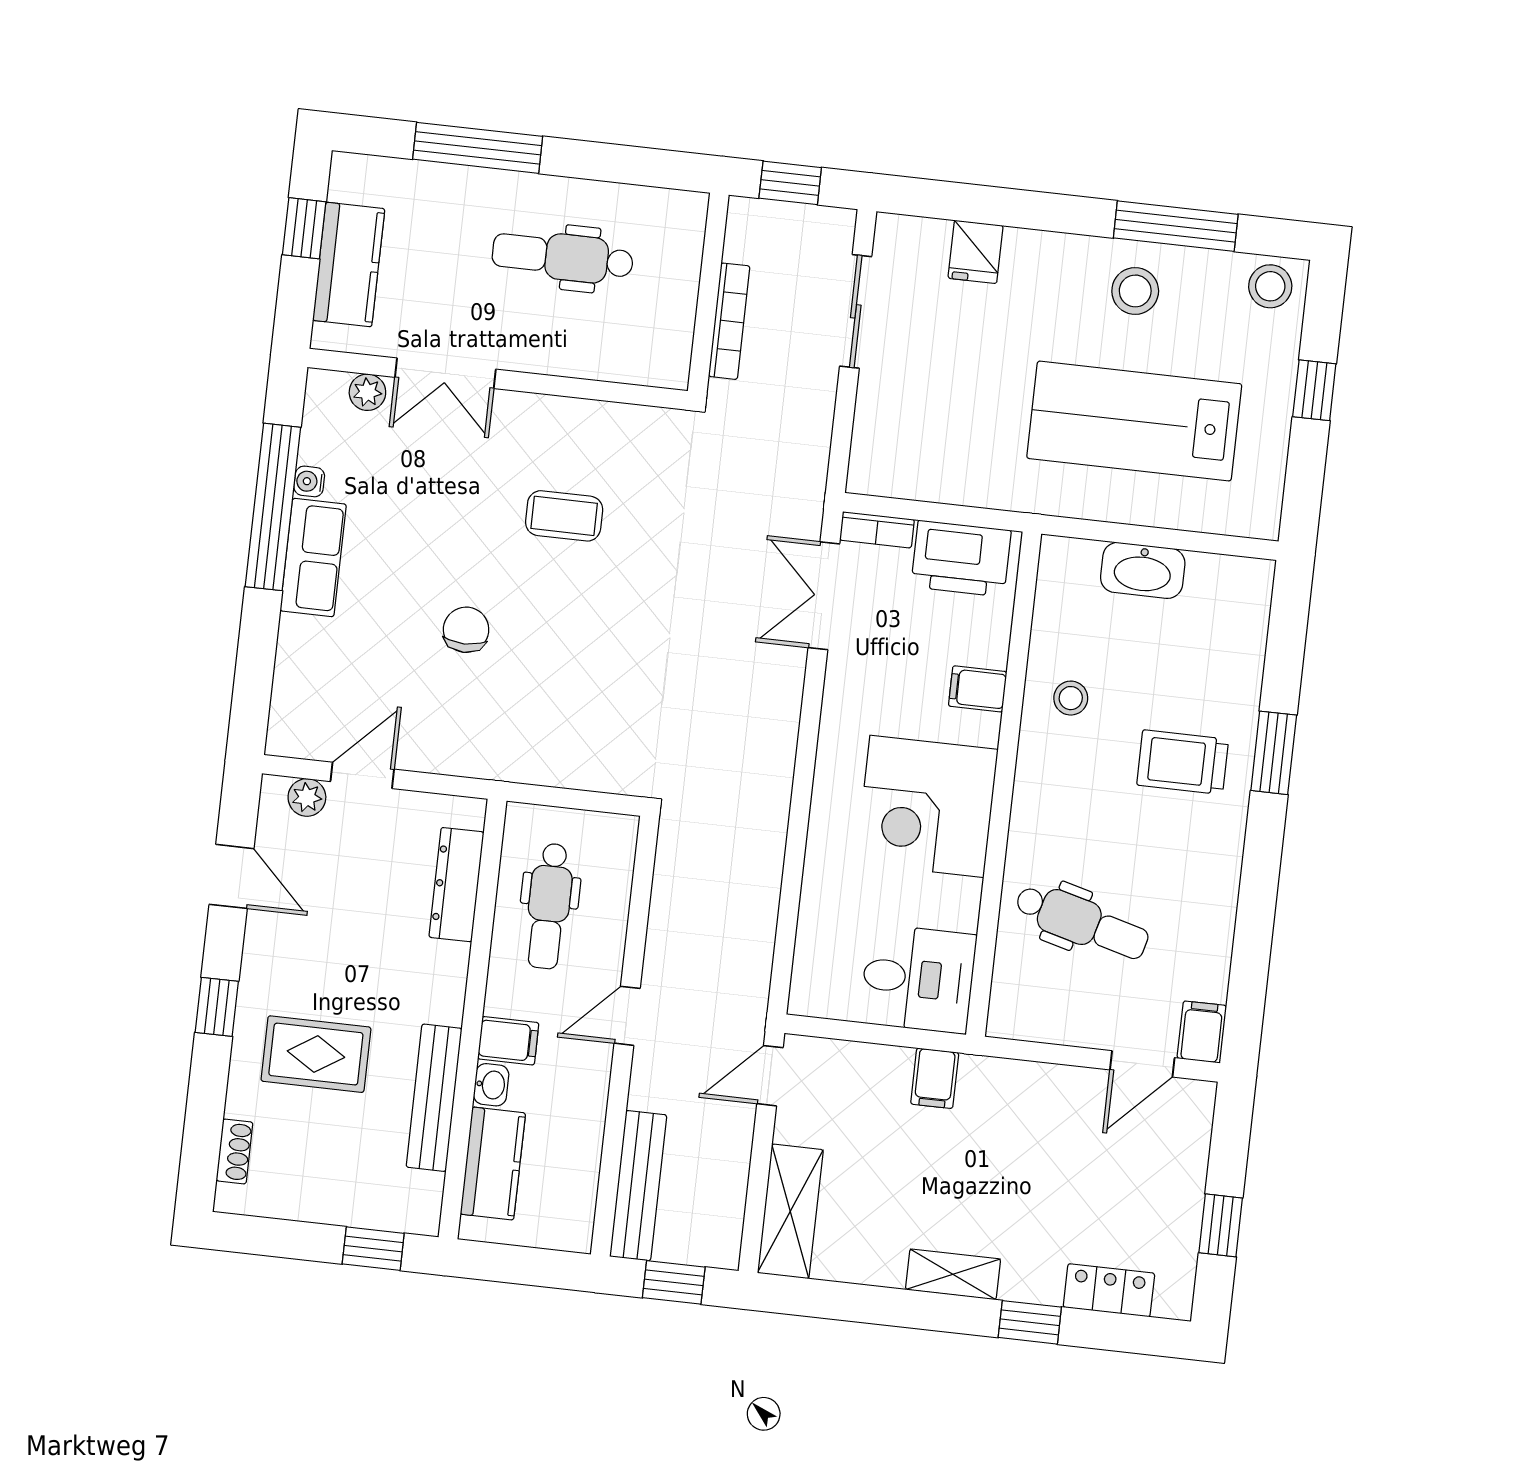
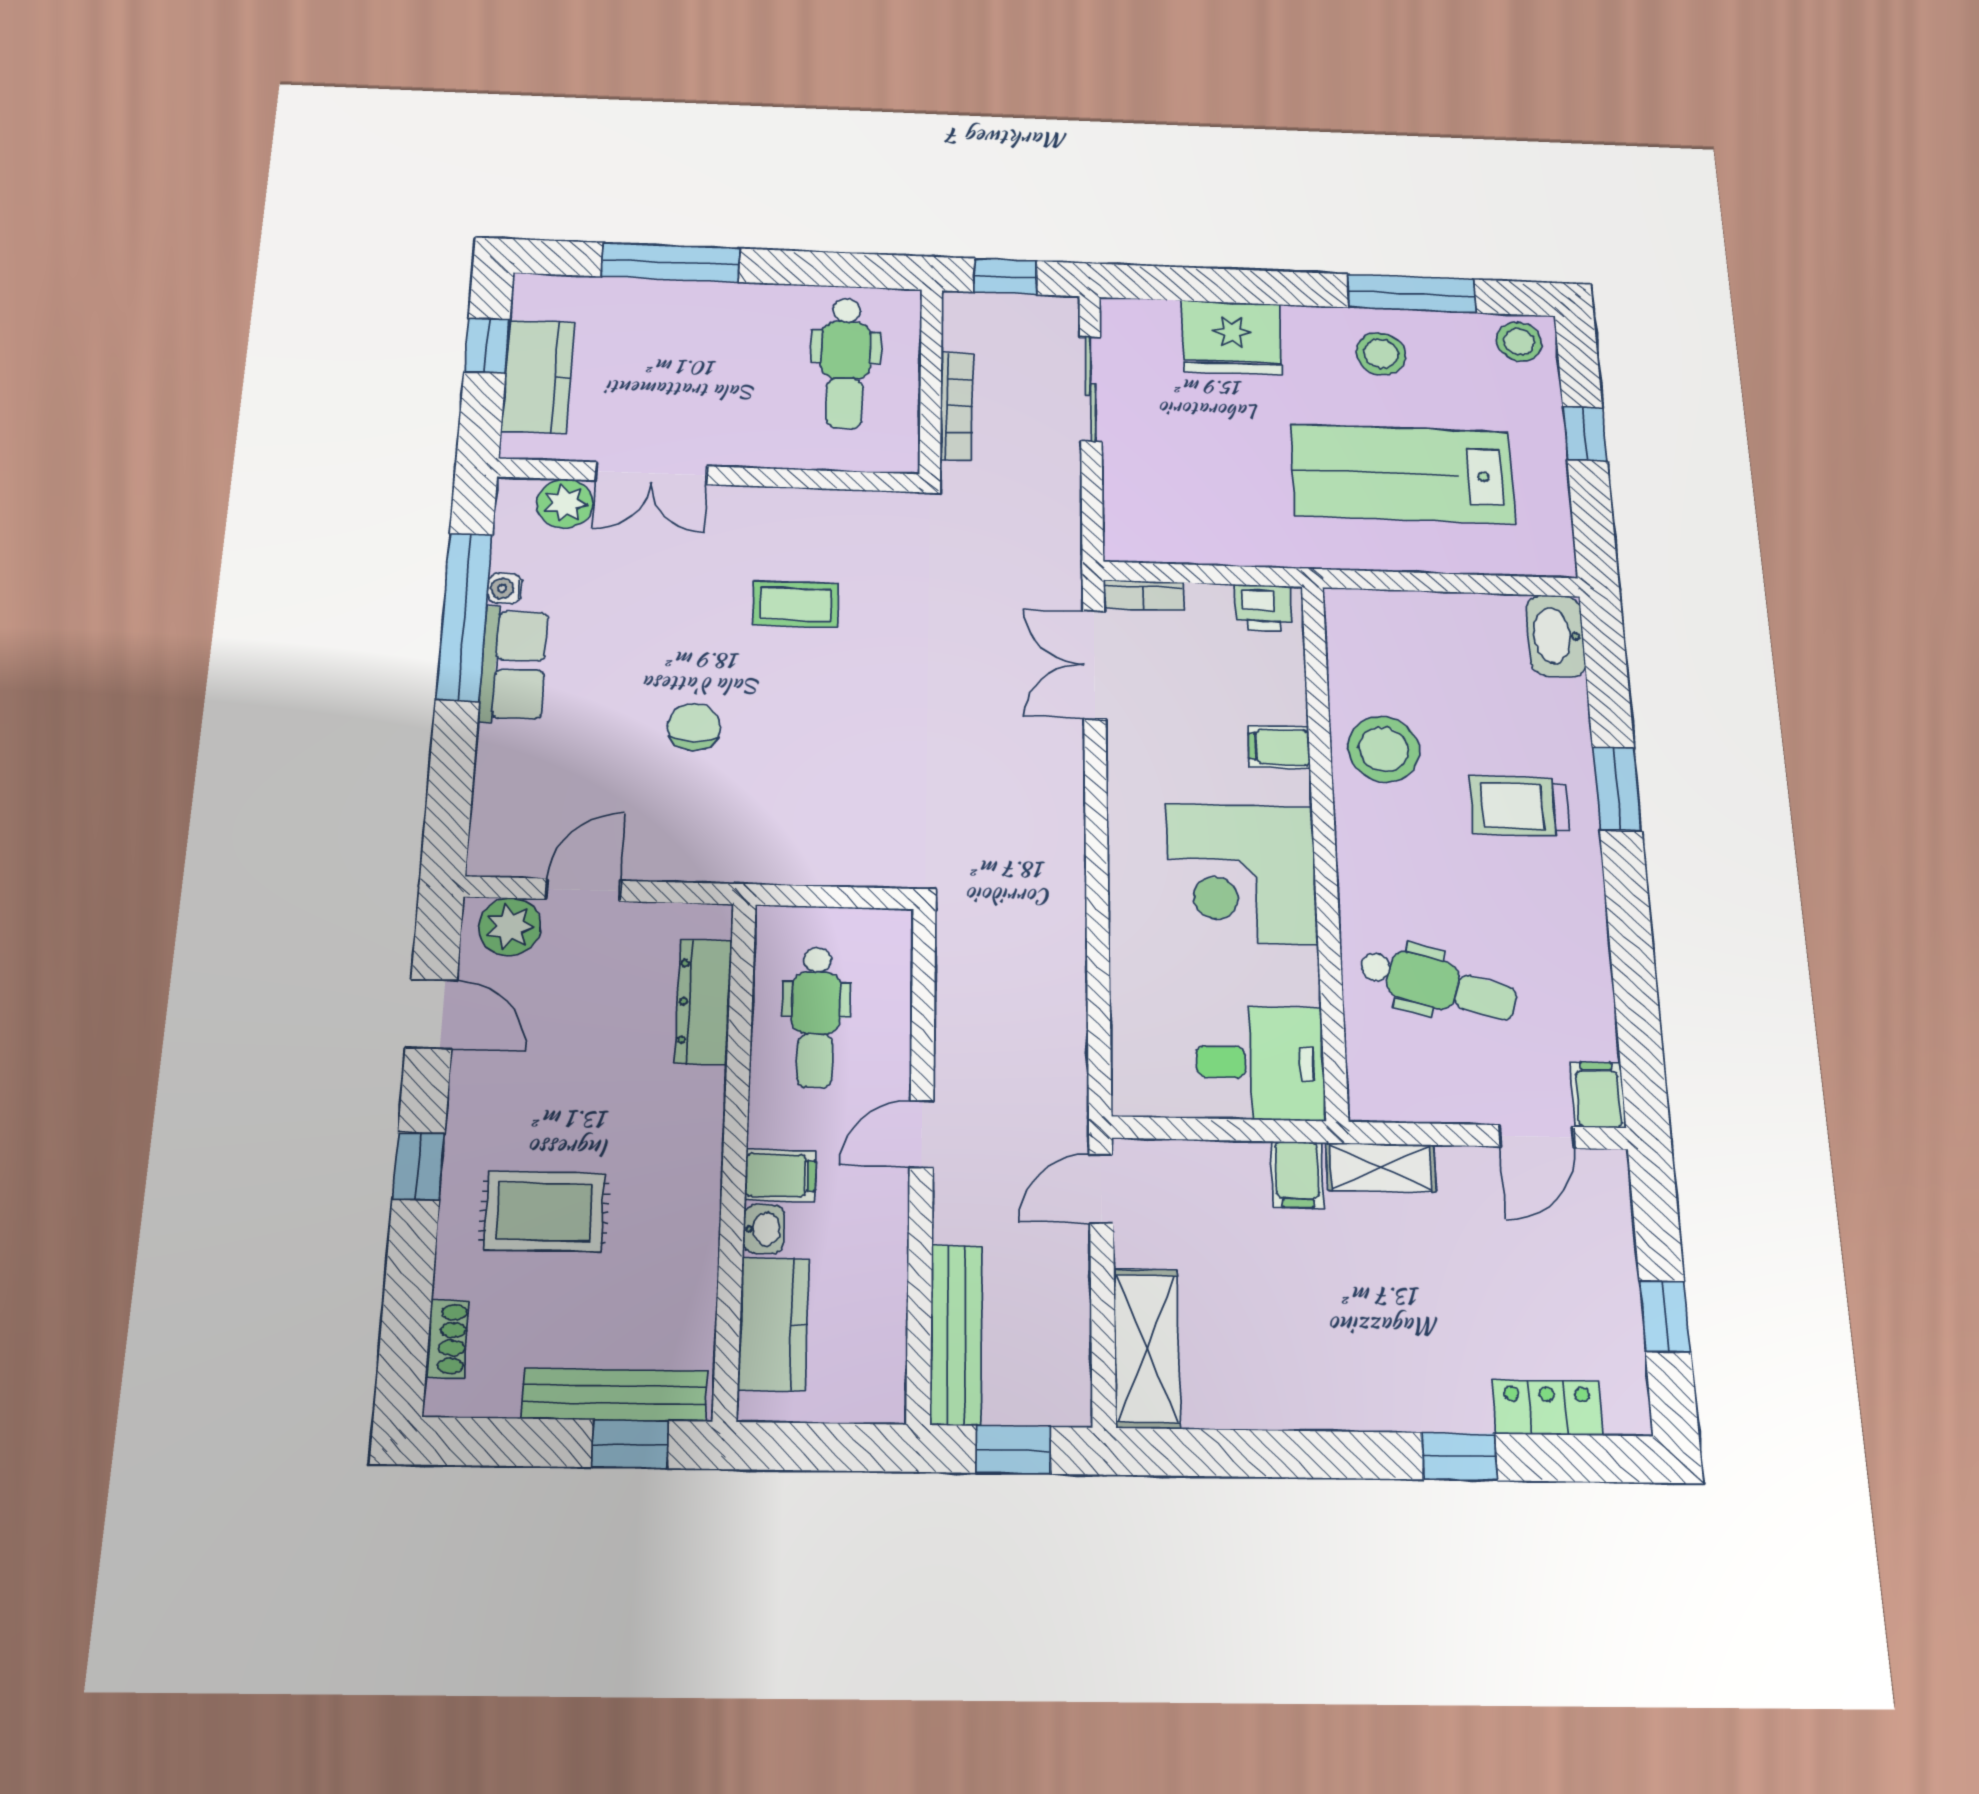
fridge: (976, 252) -> (1232, 338), width x1.88, depth x1.34
dental chair: (563, 257) -> (845, 363), moved, turned -90
plant: (367, 392) -> (565, 503), width x1.38, depth x1.38
printer: (961, 559) -> (1263, 608), width x0.53, depth x0.68
washbasin: (1143, 570) -> (1556, 636), moved, turned 90
stool: (1071, 698) -> (1384, 749), width x1.89, depth x1.89
plant: (307, 797) -> (510, 927), width x1.38, depth x1.38
bench: (434, 1098) -> (614, 1395), moved, turned 90
shelving: (953, 1274) -> (1381, 1167), moved

